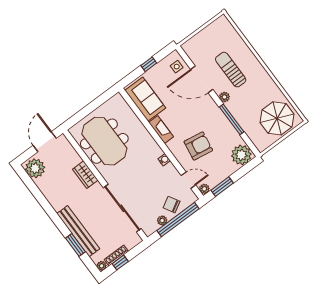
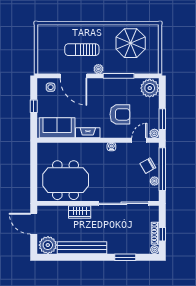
door: (202, 79) -> (73, 76), hinge flipped
parasol: (277, 118) -> (131, 43), moved
armchair: (198, 146) -> (120, 114), turned 81
bench: (78, 231) -> (82, 248), moved

